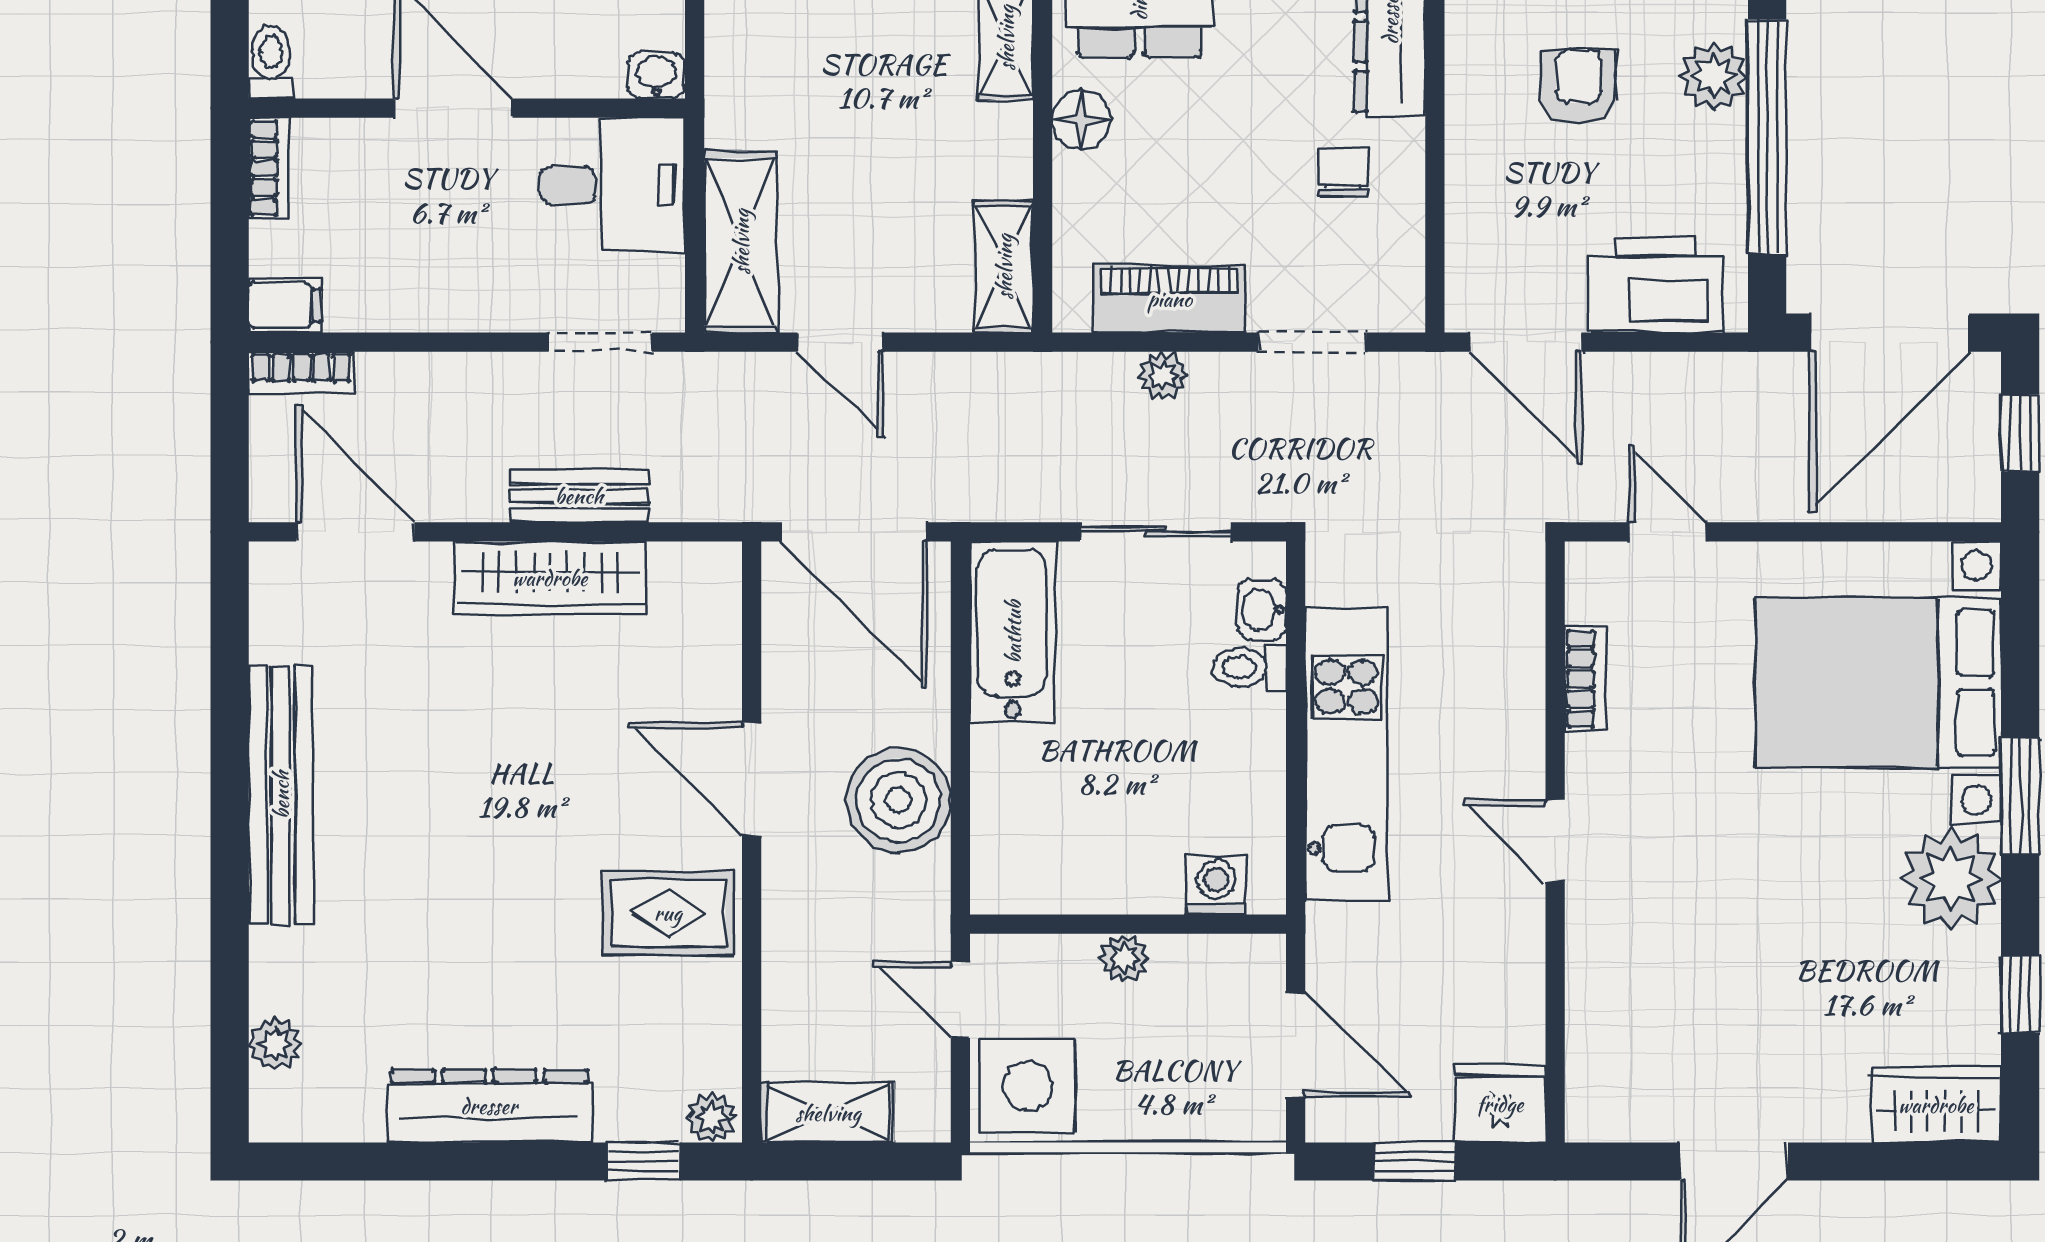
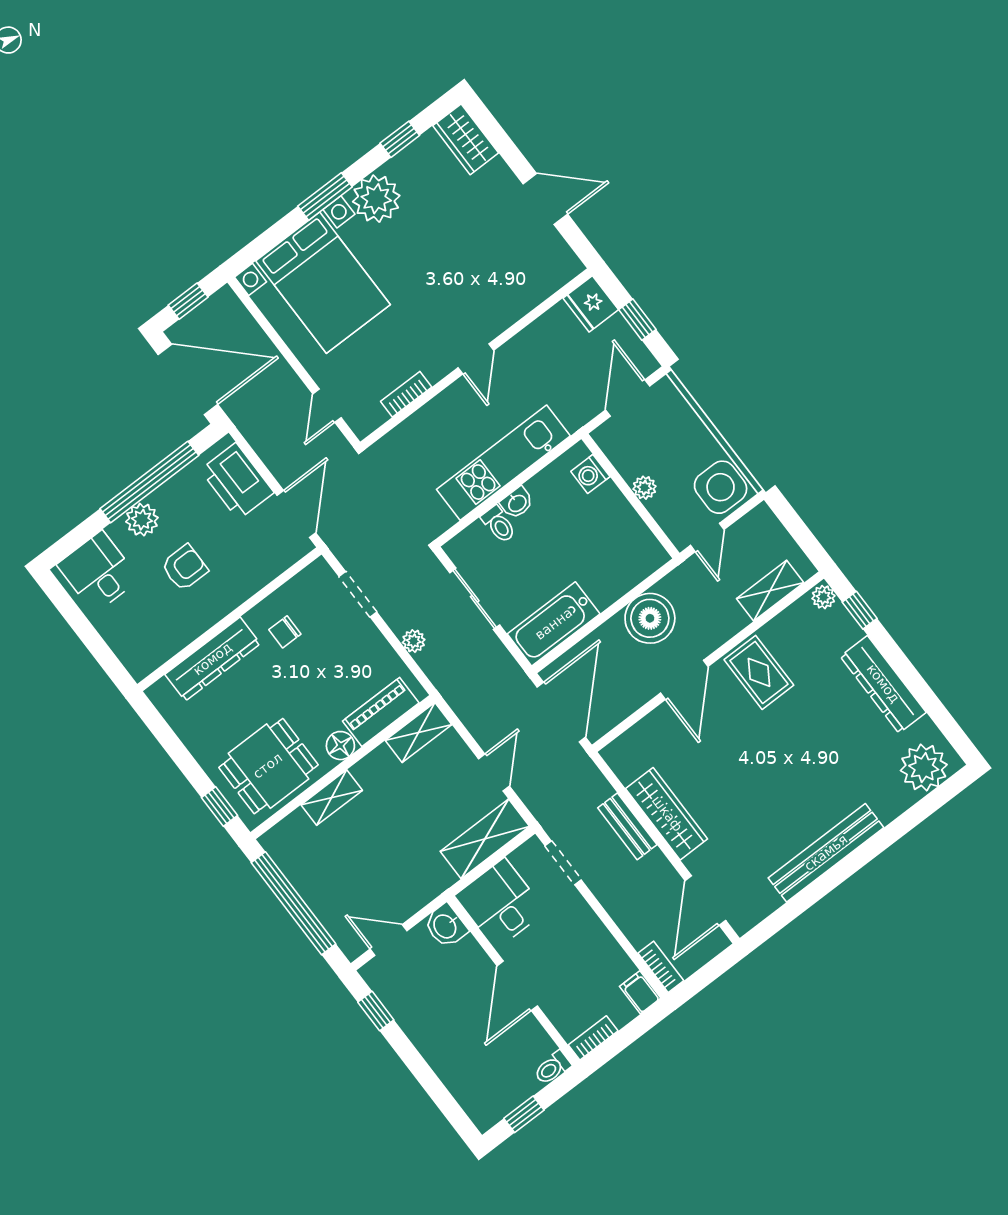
washbasin: (656, 75) -> (446, 926), width x1.38, depth x1.45
armchair: (1579, 86) -> (185, 568), turned 180
piano: (1170, 299) -> (381, 712), moved, turned 90
washbasin: (1262, 609) -> (517, 503), moved
plant: (275, 1044) -> (924, 768), width x1.88, depth x1.88
shelving: (828, 1113) -> (770, 591), moved, turned 90

